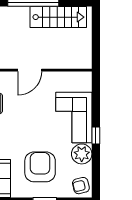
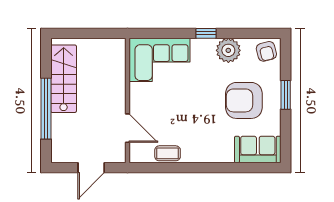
door: (30, 70) -> (127, 128), moved
corner sofa: (74, 118) -> (159, 60), moved

